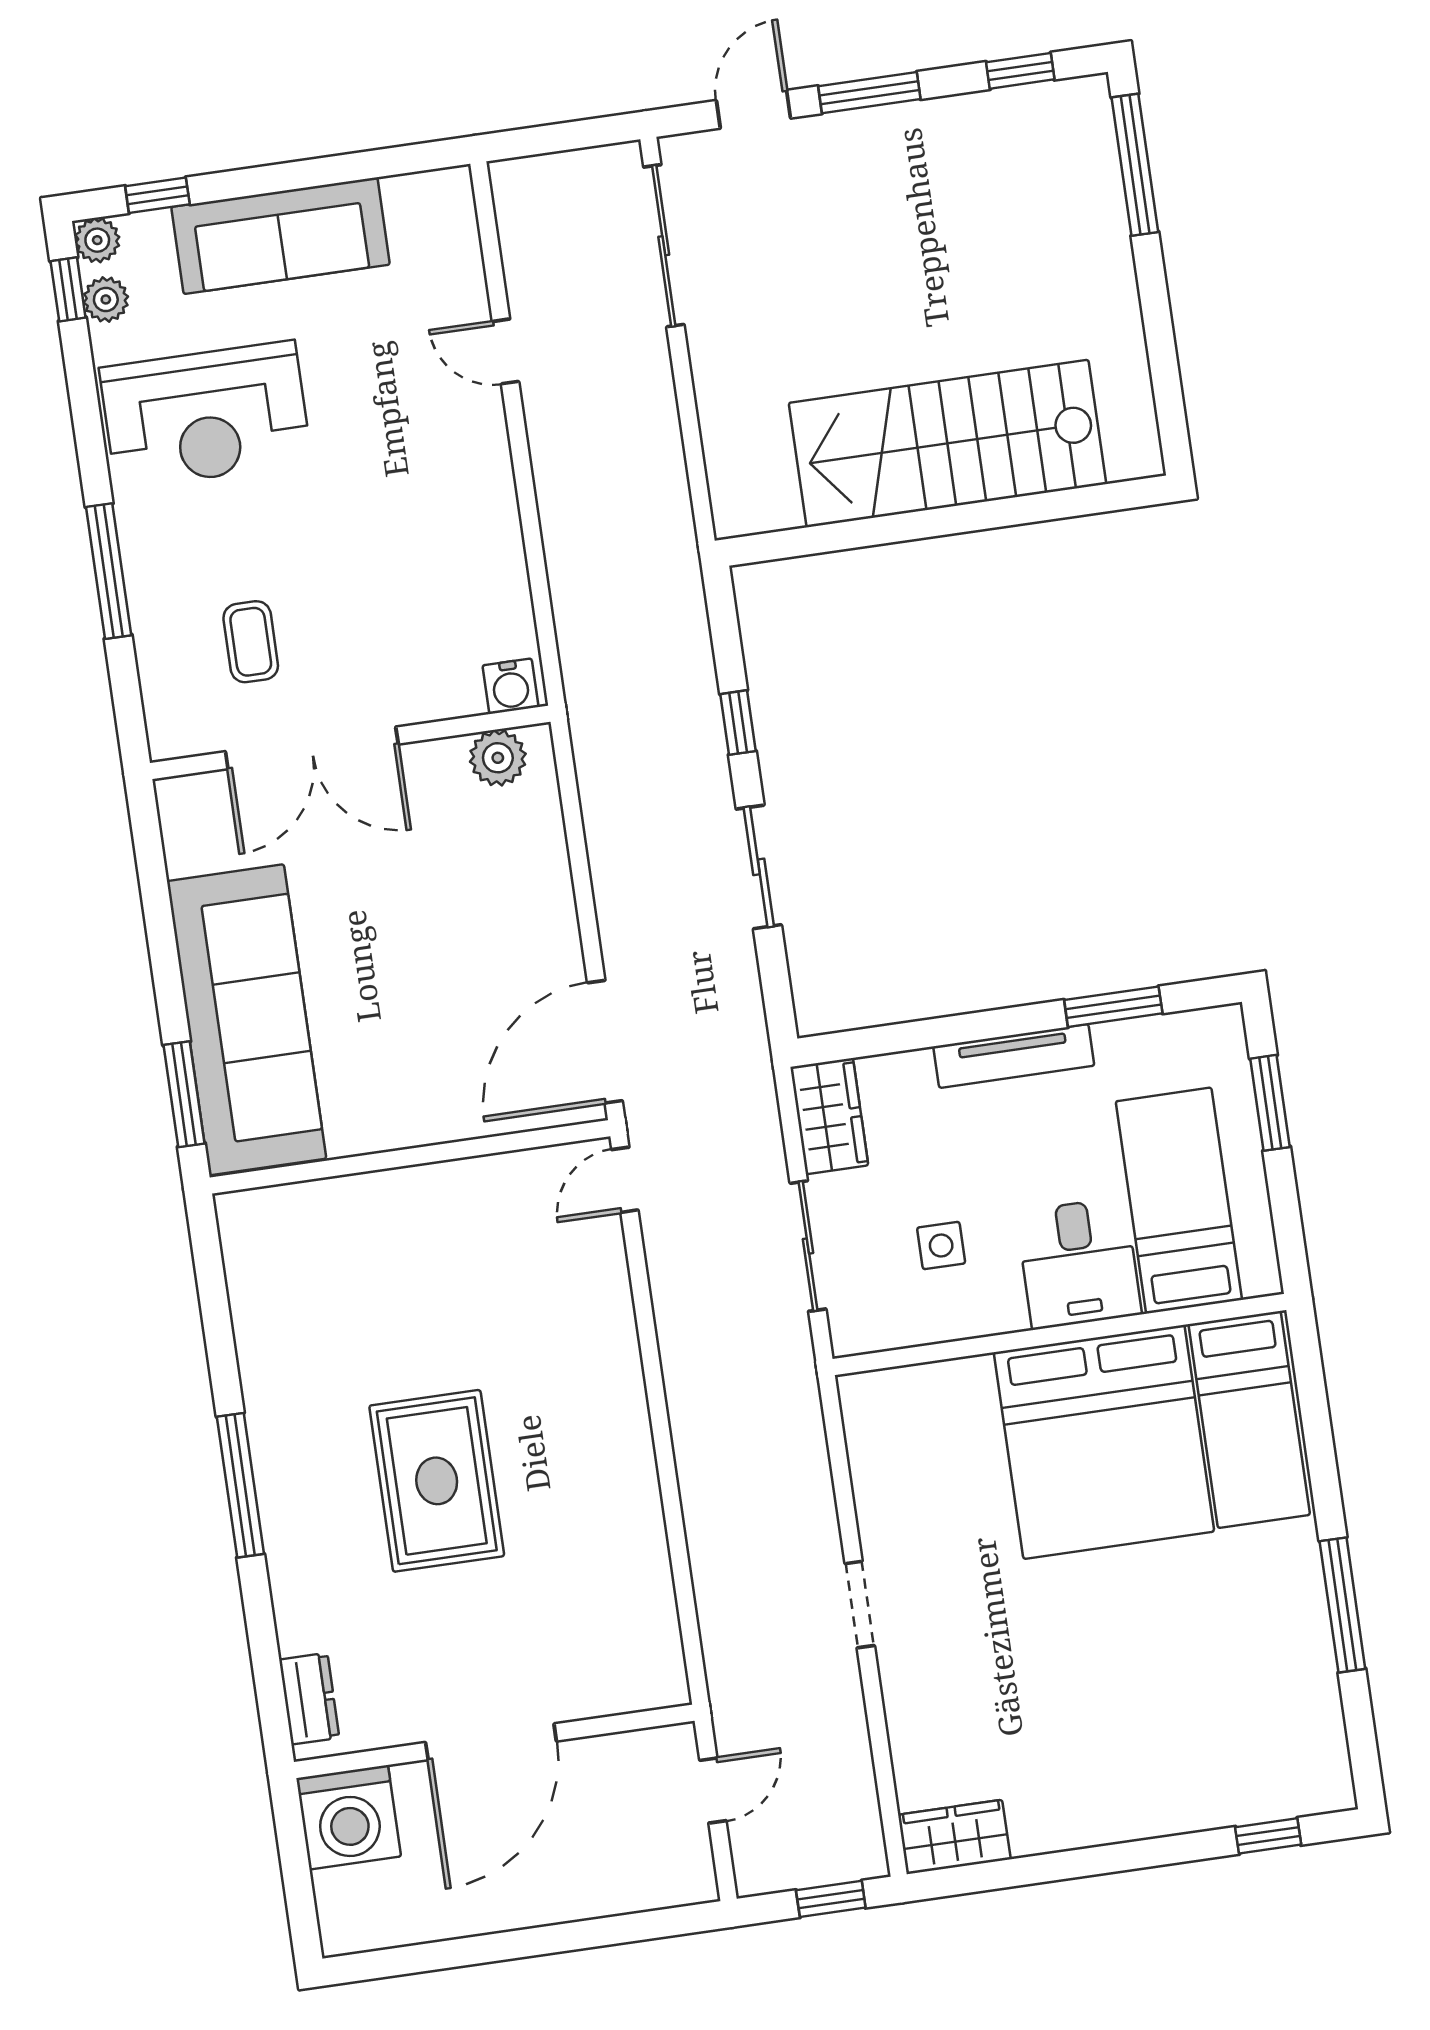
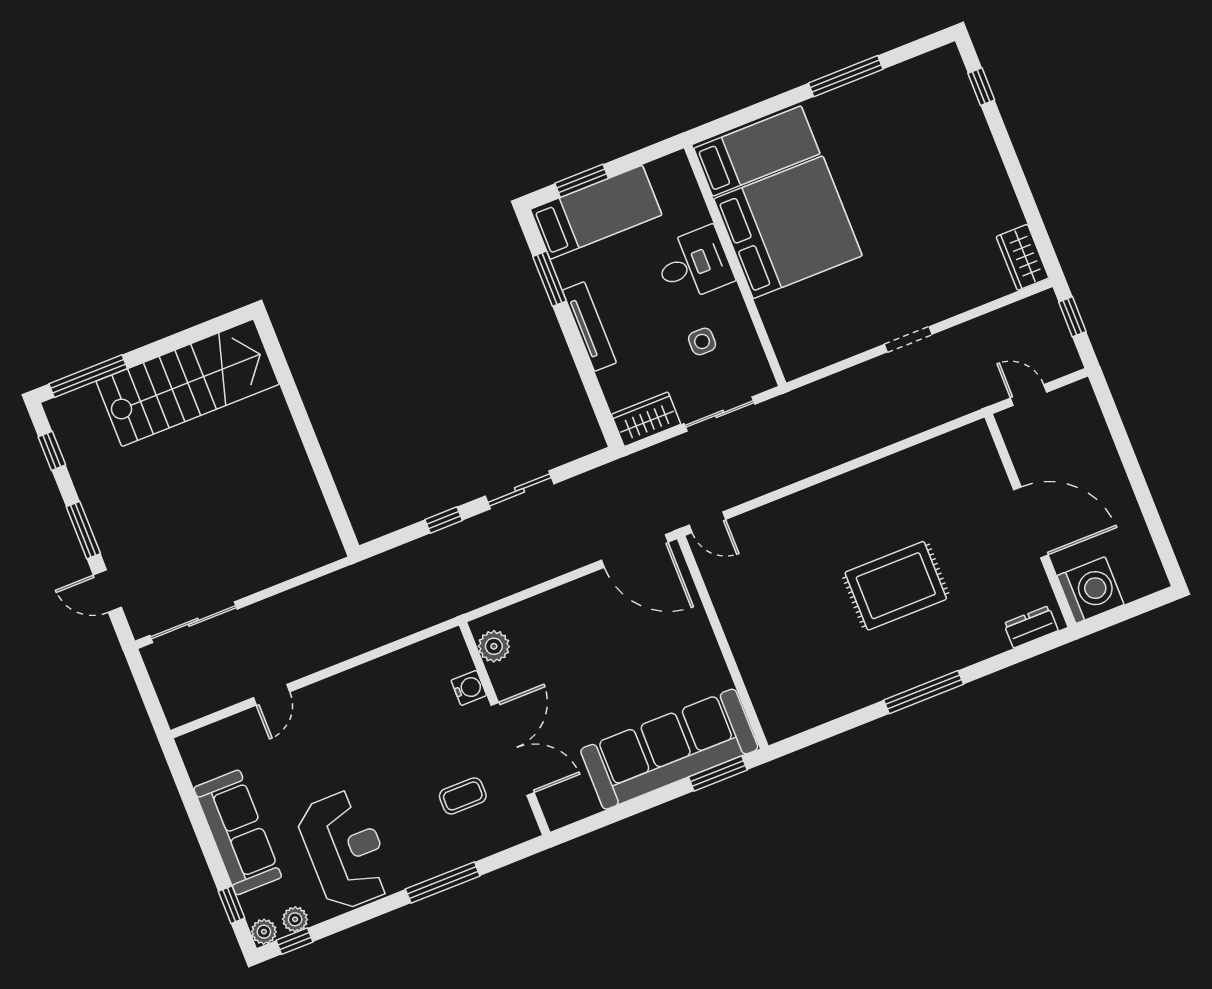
stairs: (947, 443) -> (188, 383), moved, turned -90
water cooler: (510, 686) -> (469, 688), moved
bed: (1179, 1201) -> (596, 212), moved, turned 180

